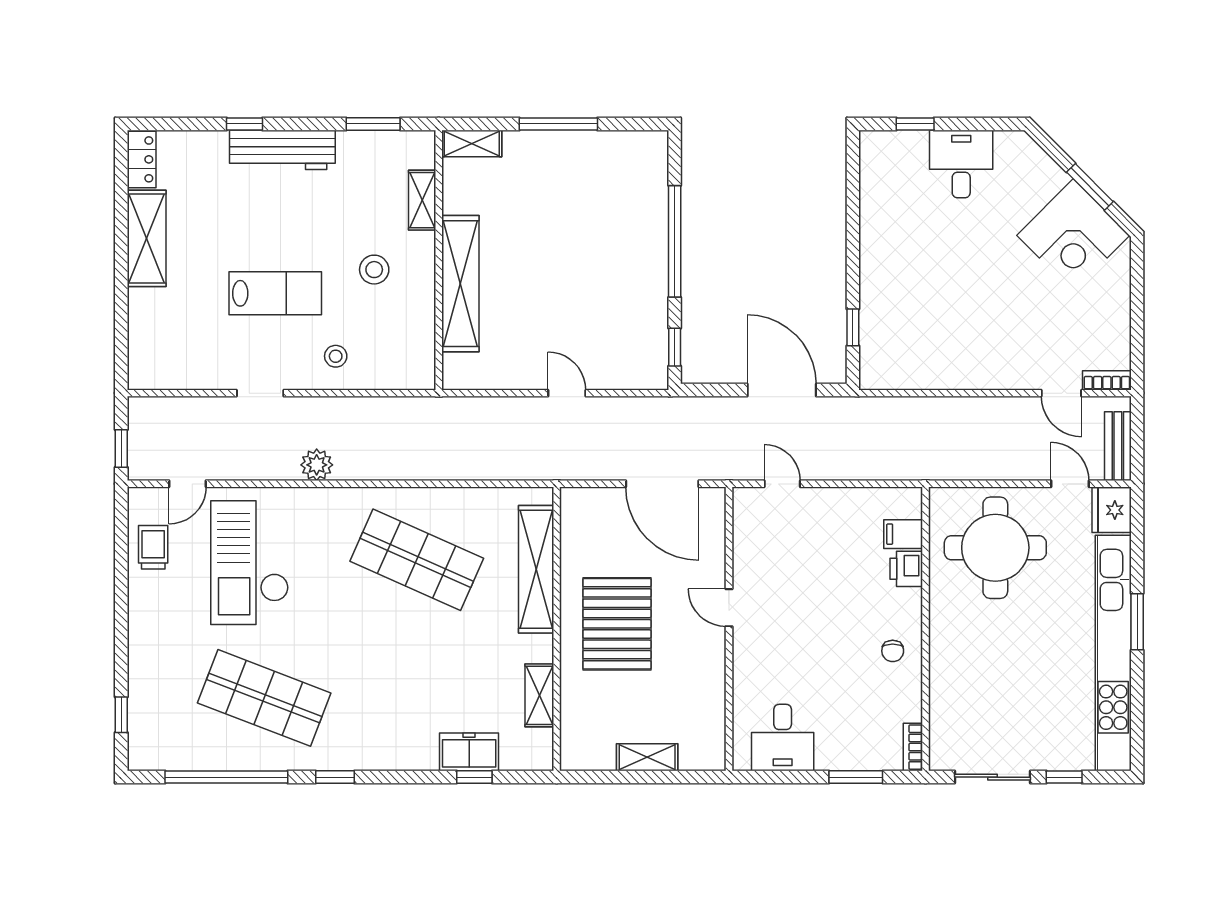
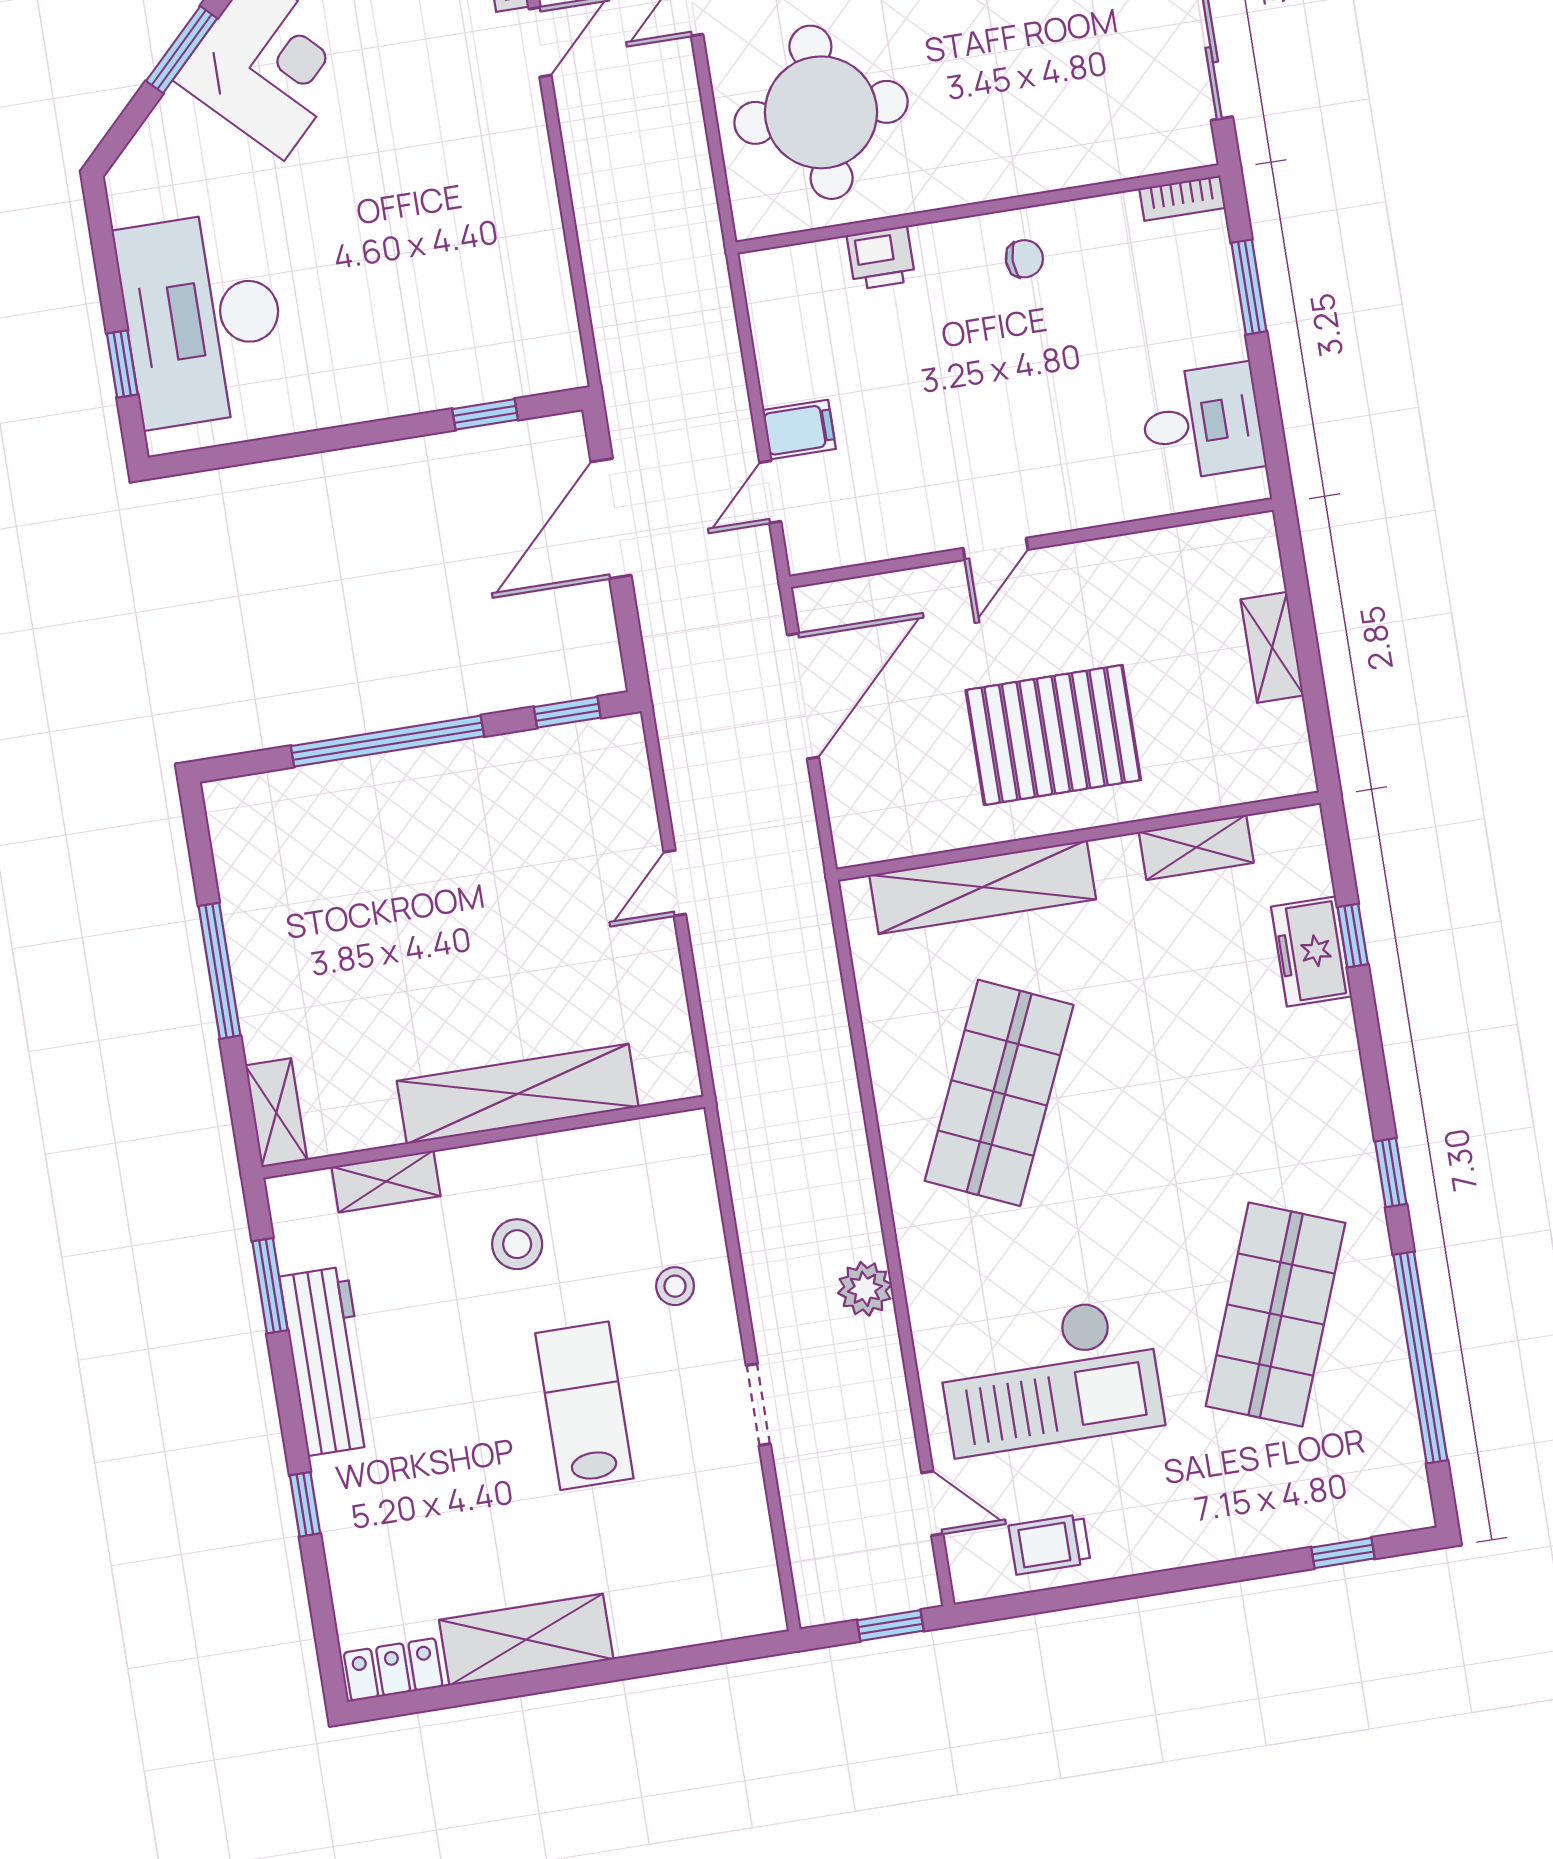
workbench: (282, 150) -> (327, 1361), moved
desk: (961, 164) -> (203, 319), width x1.87, depth x1.30
filing cabinet: (903, 534) -> (799, 430), moved, turned -90

